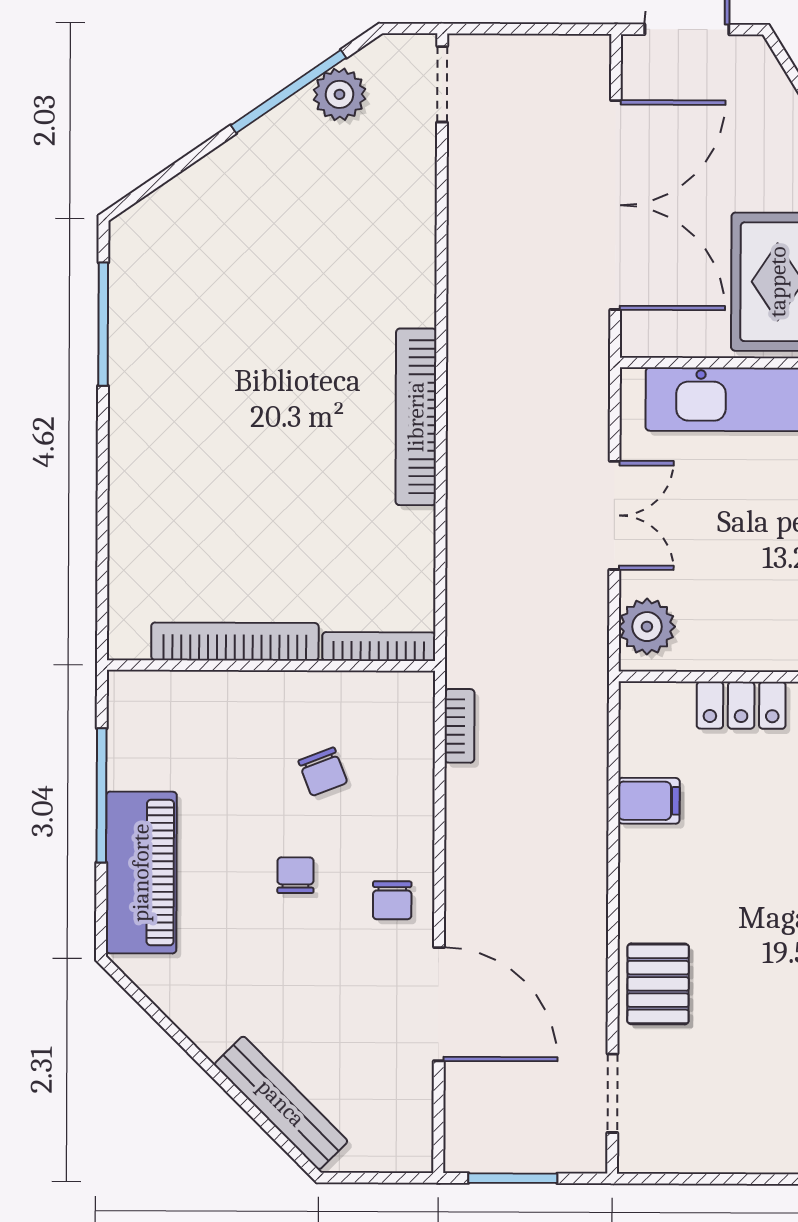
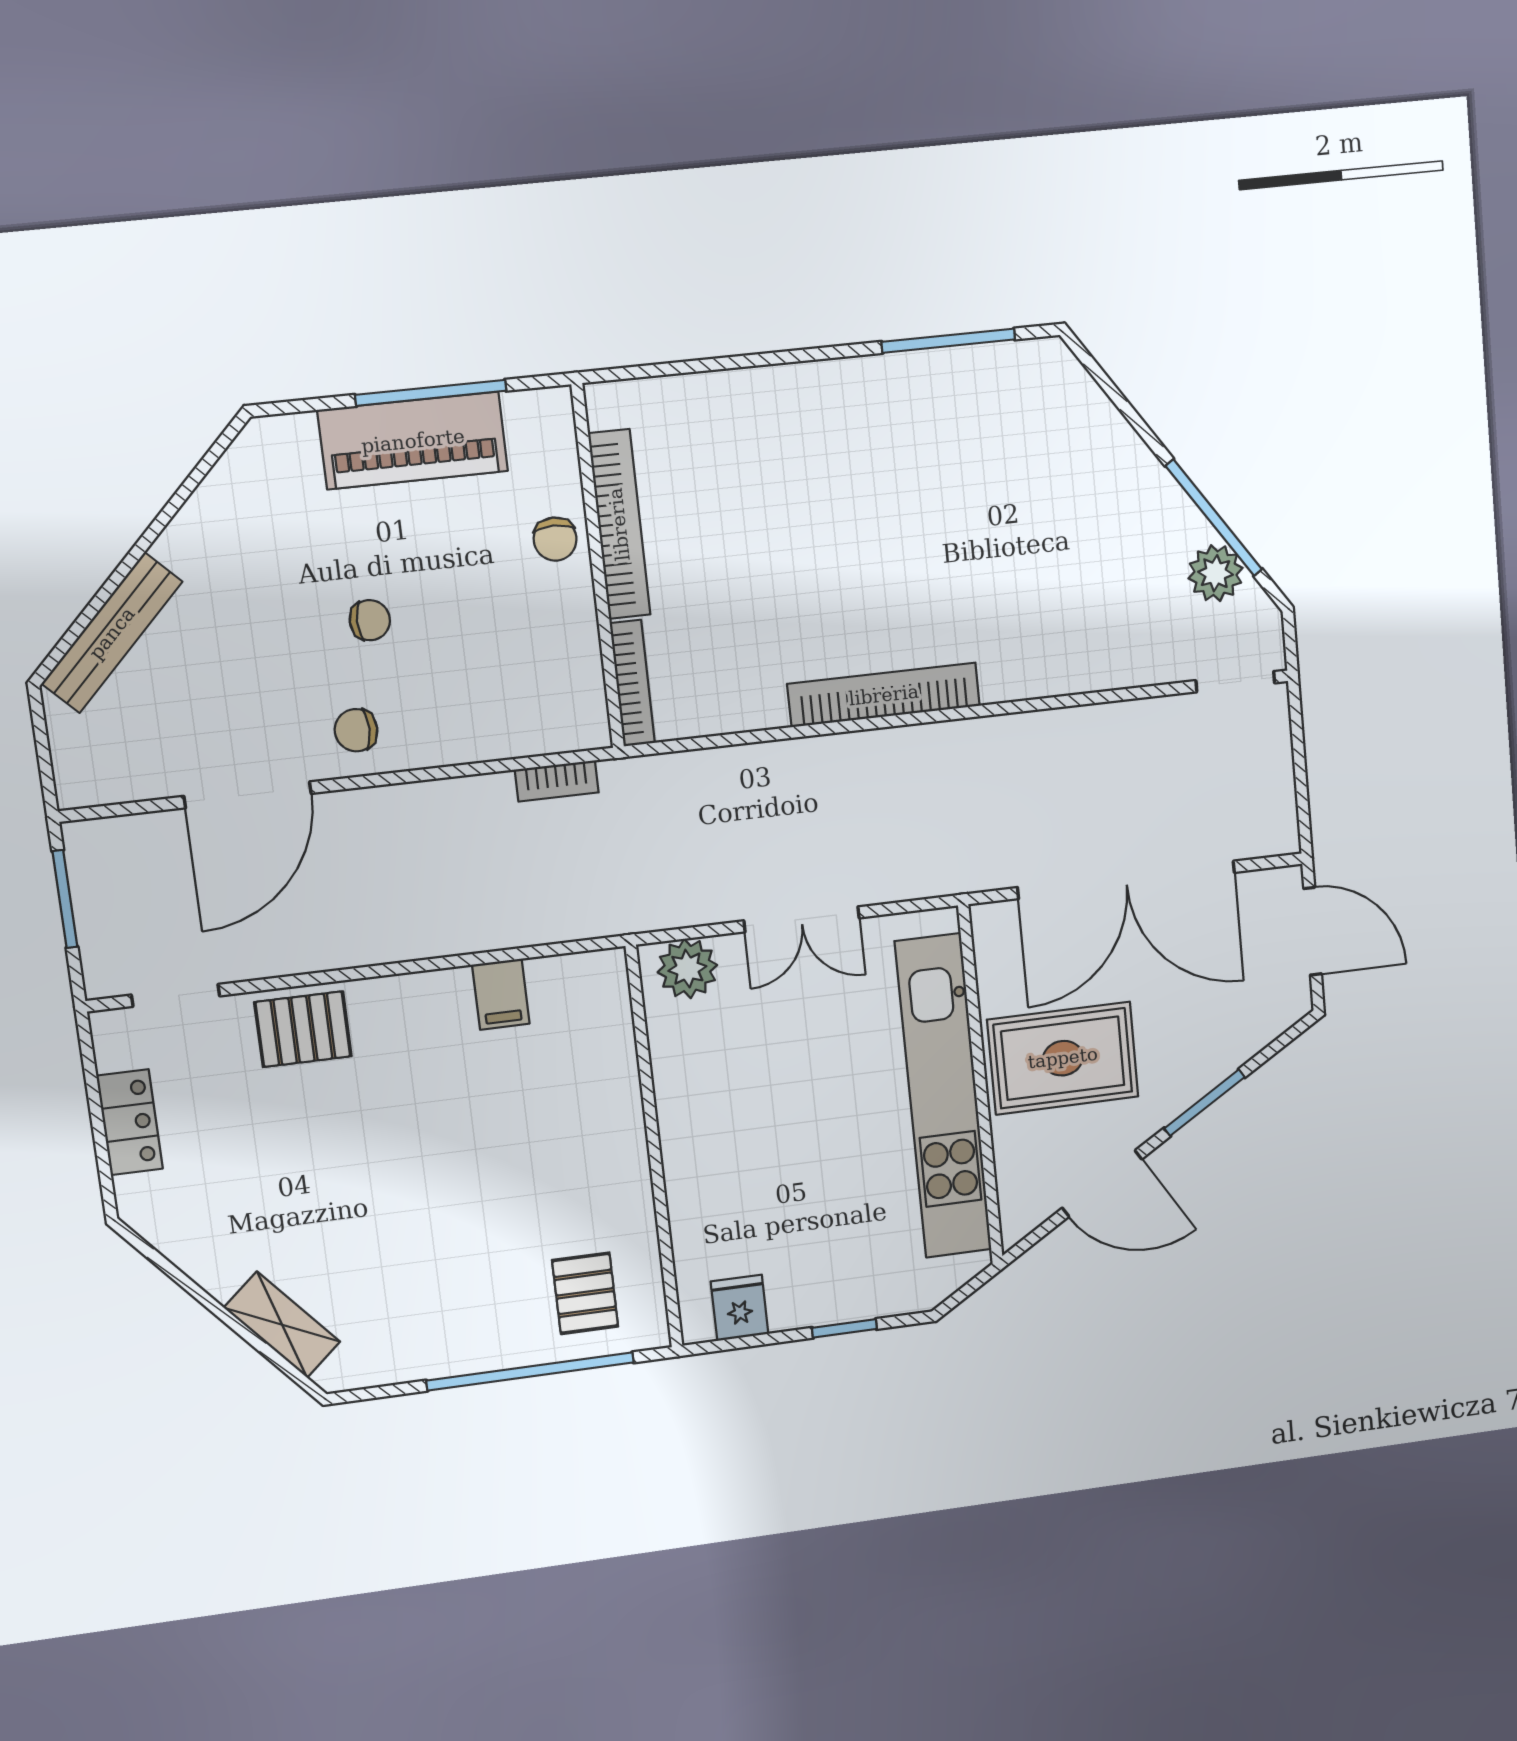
locker: (741, 705) -> (130, 1122), moved, turned 180
chair: (323, 772) -> (555, 539), moved, turned -69
piano: (141, 873) -> (413, 441), moved

